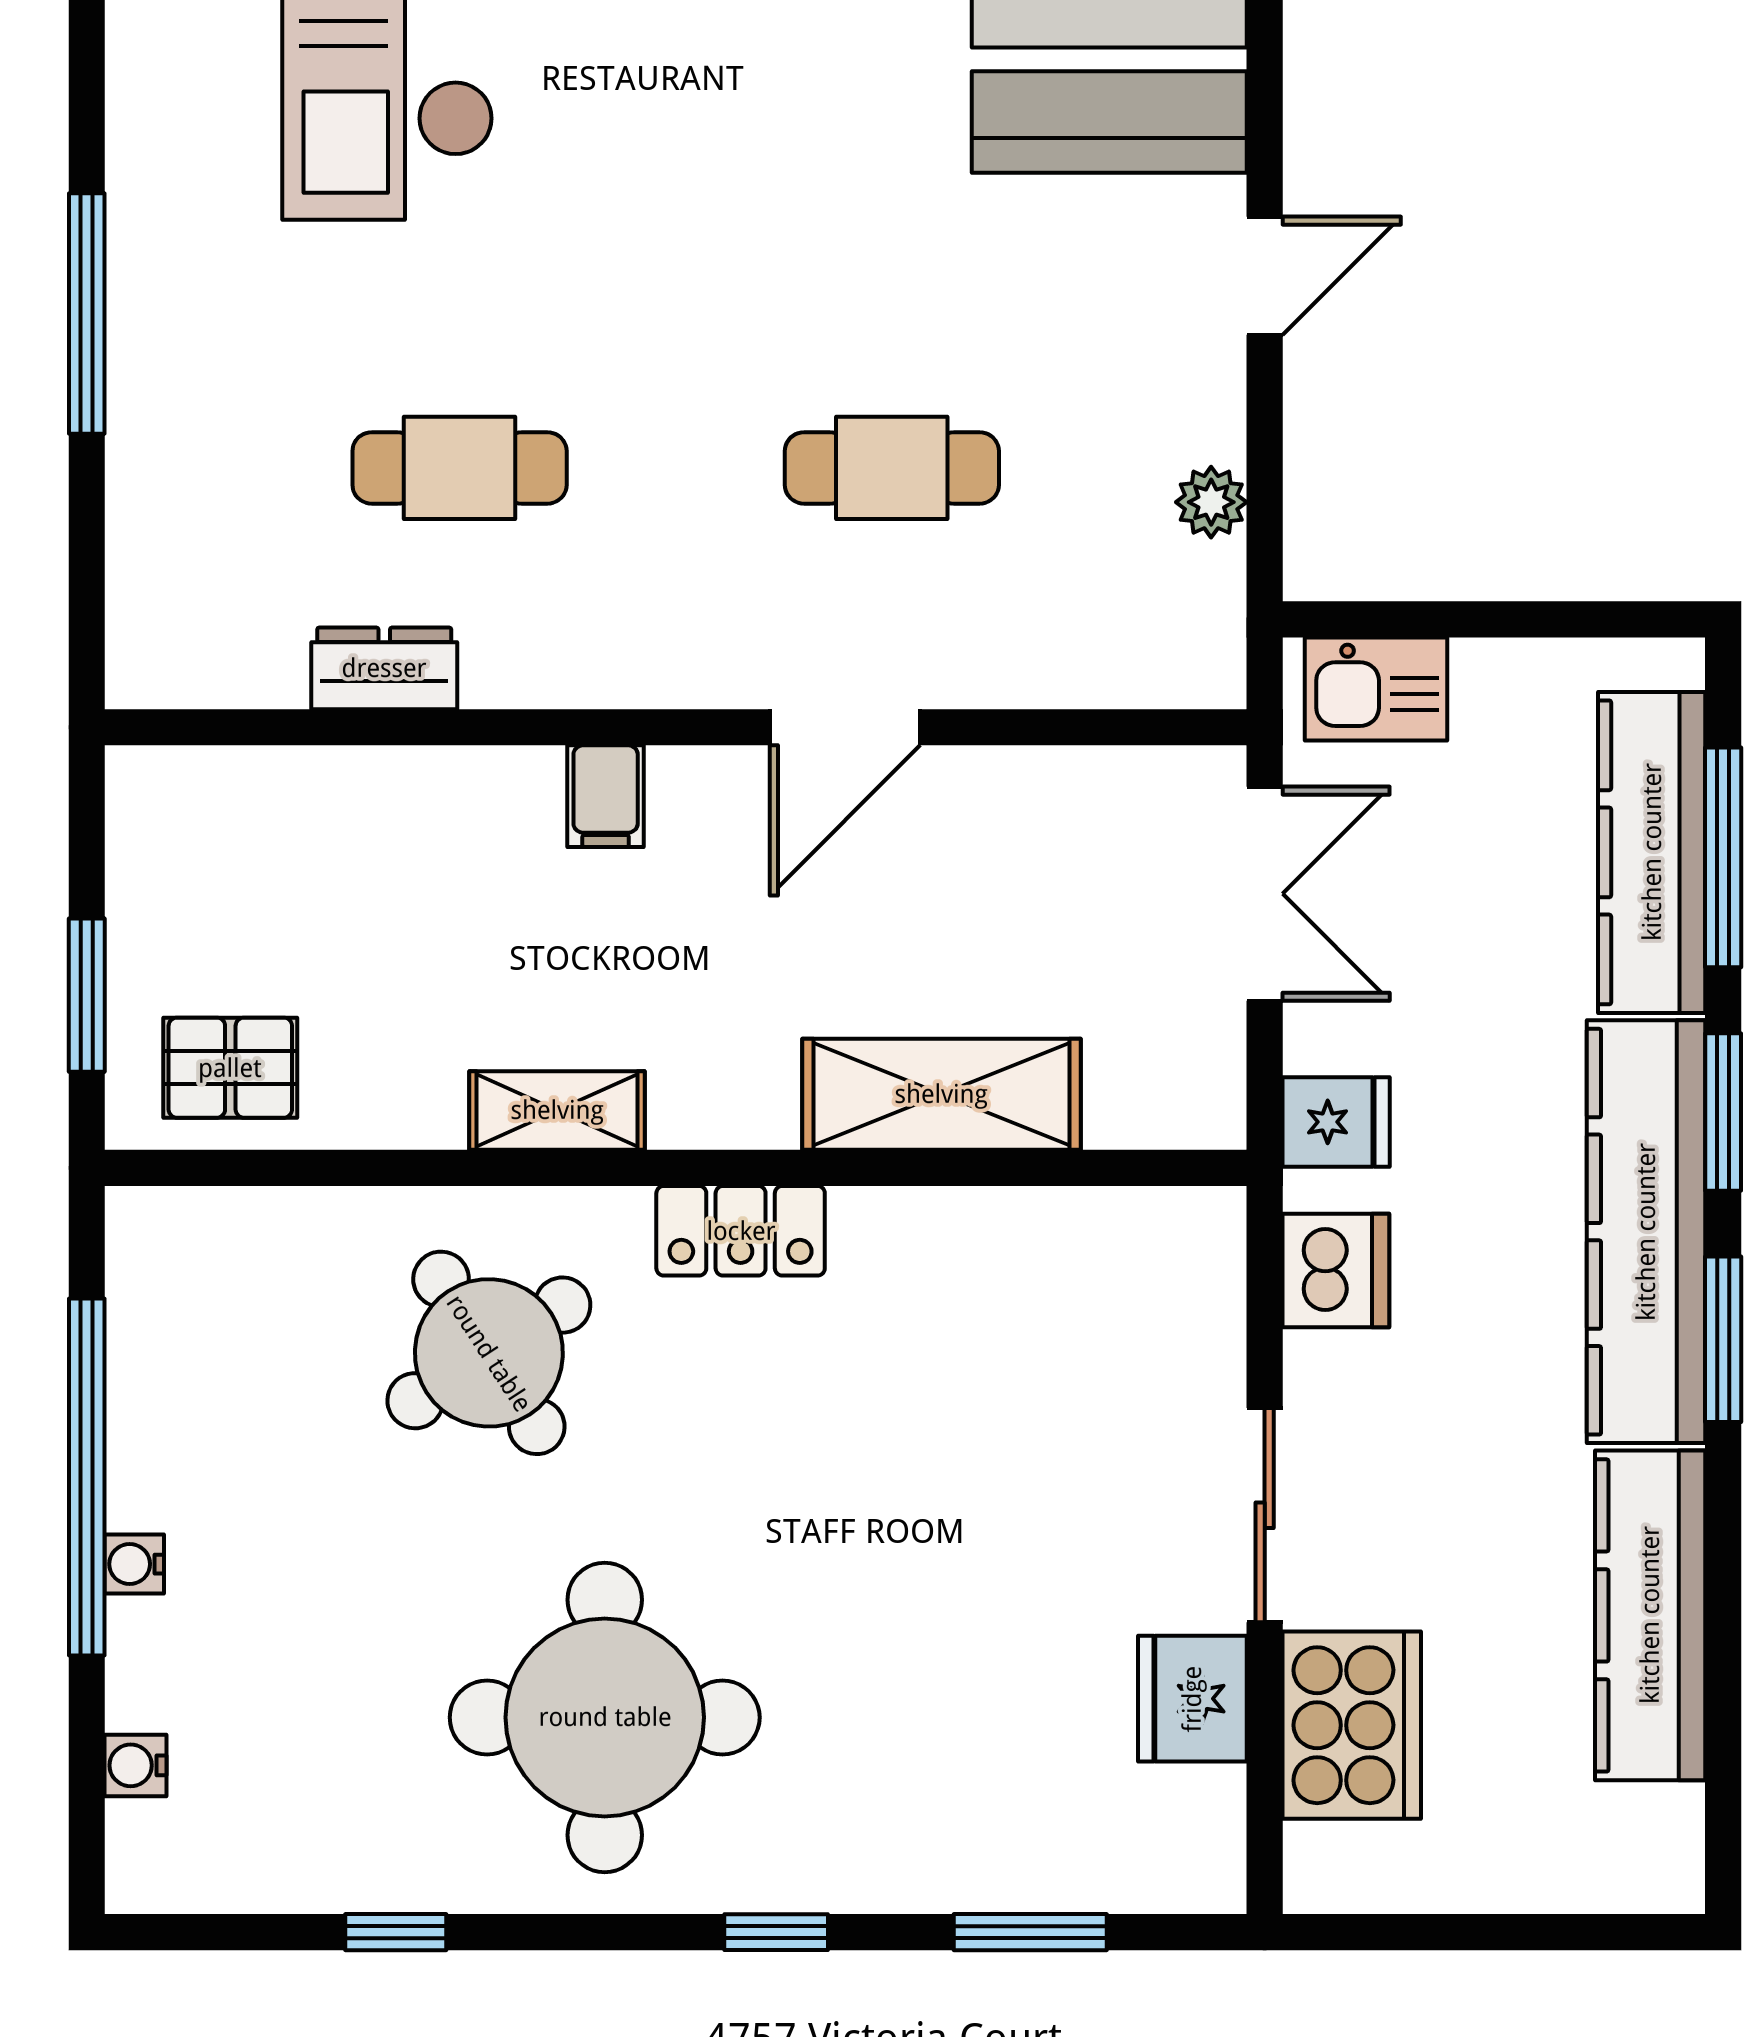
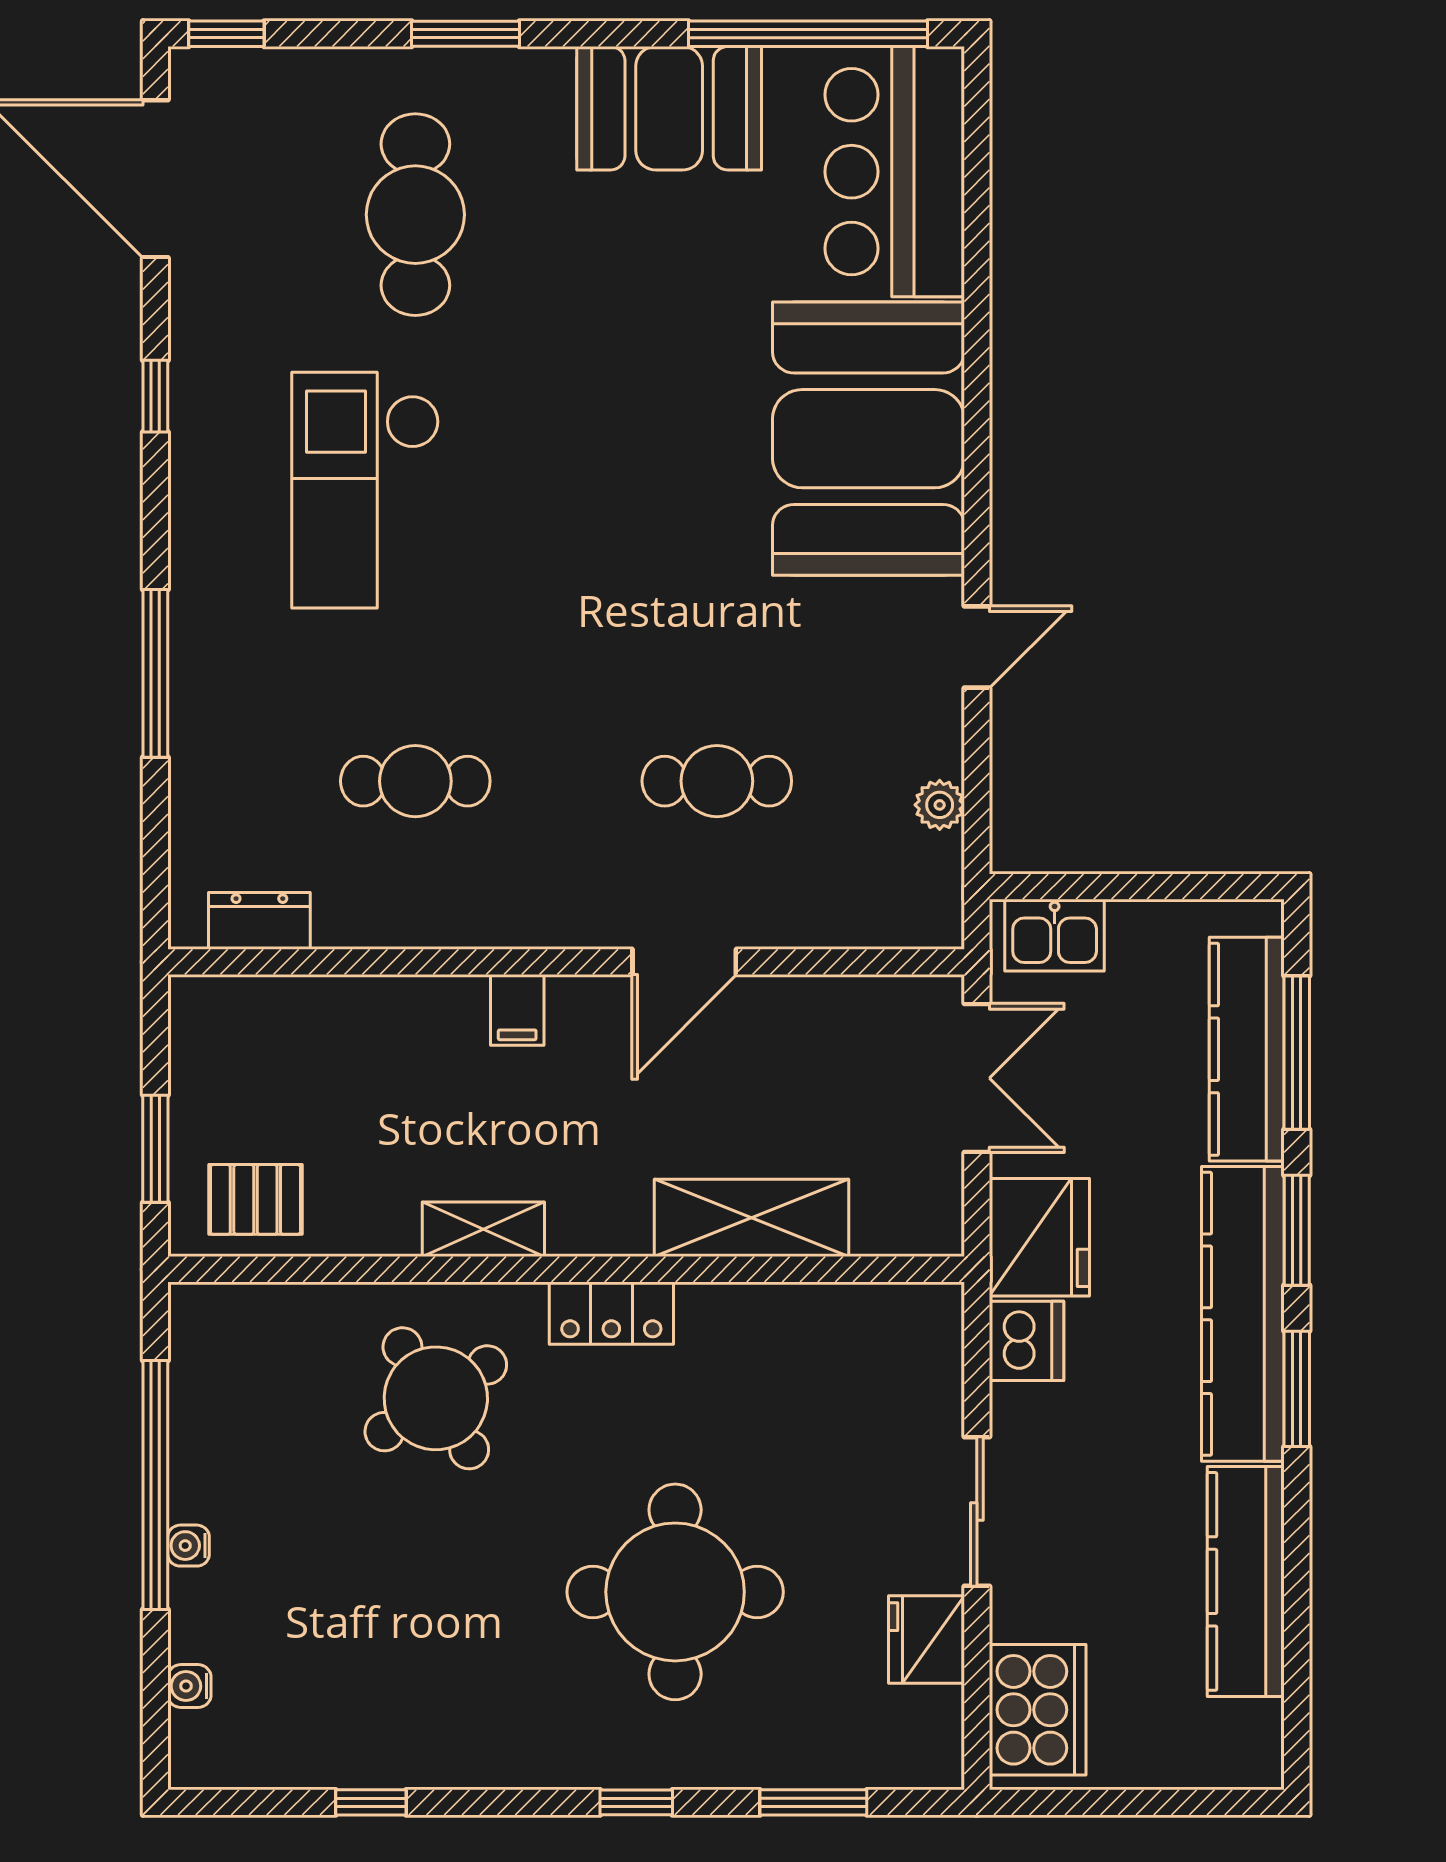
dresser: (384, 668) -> (259, 921), moved
fridge: (1336, 1122) -> (1039, 1237), width x1.88, depth x1.34
round table: (605, 1717) -> (675, 1592), moved
cooker: (1352, 1725) -> (1038, 1710), moved

